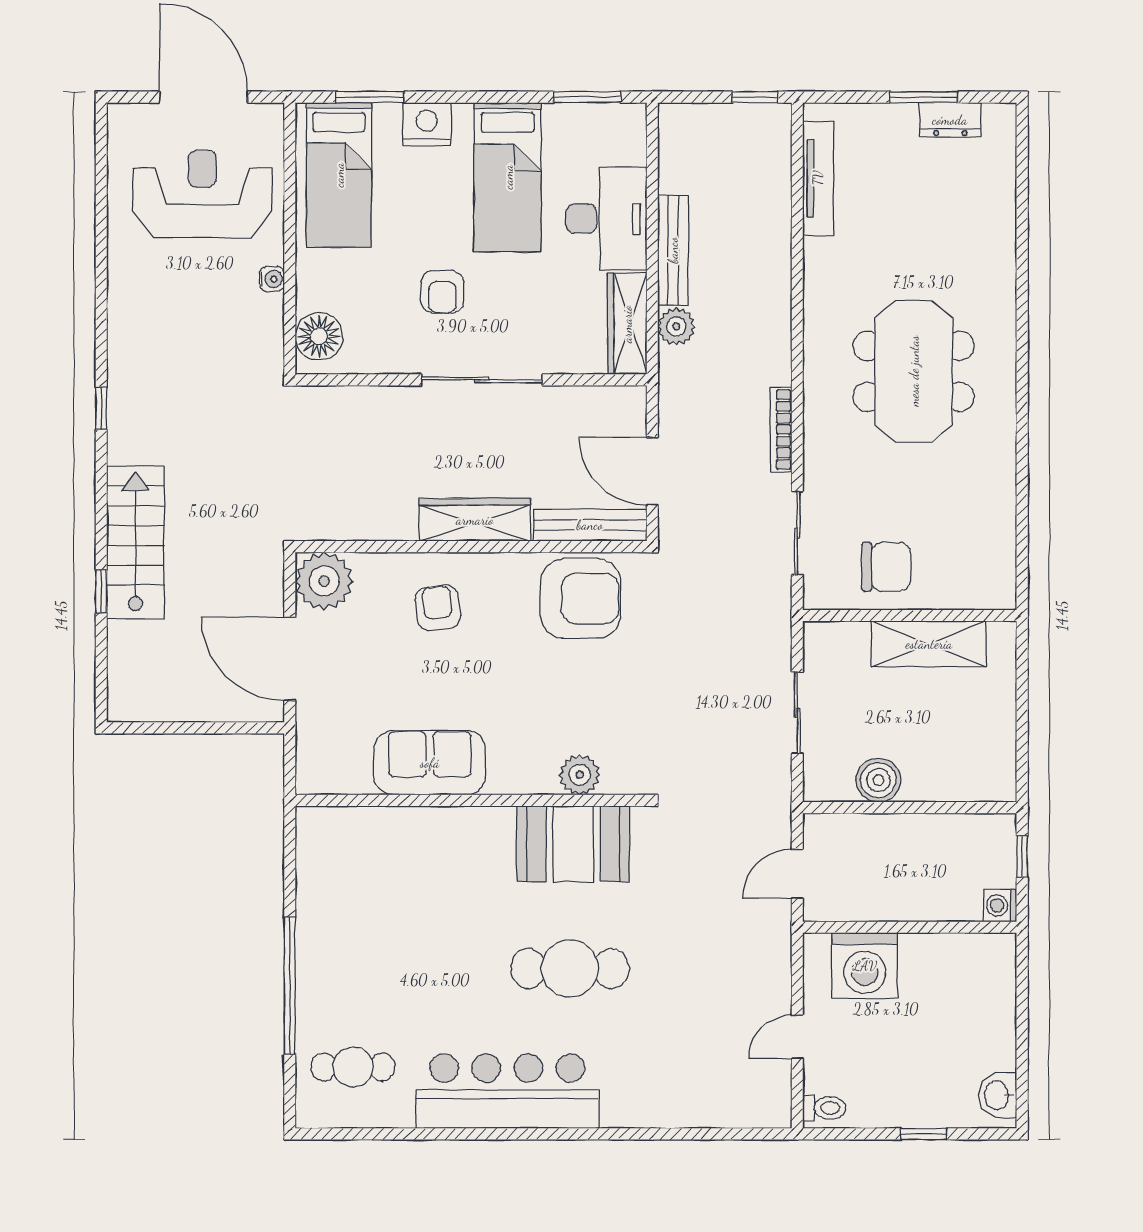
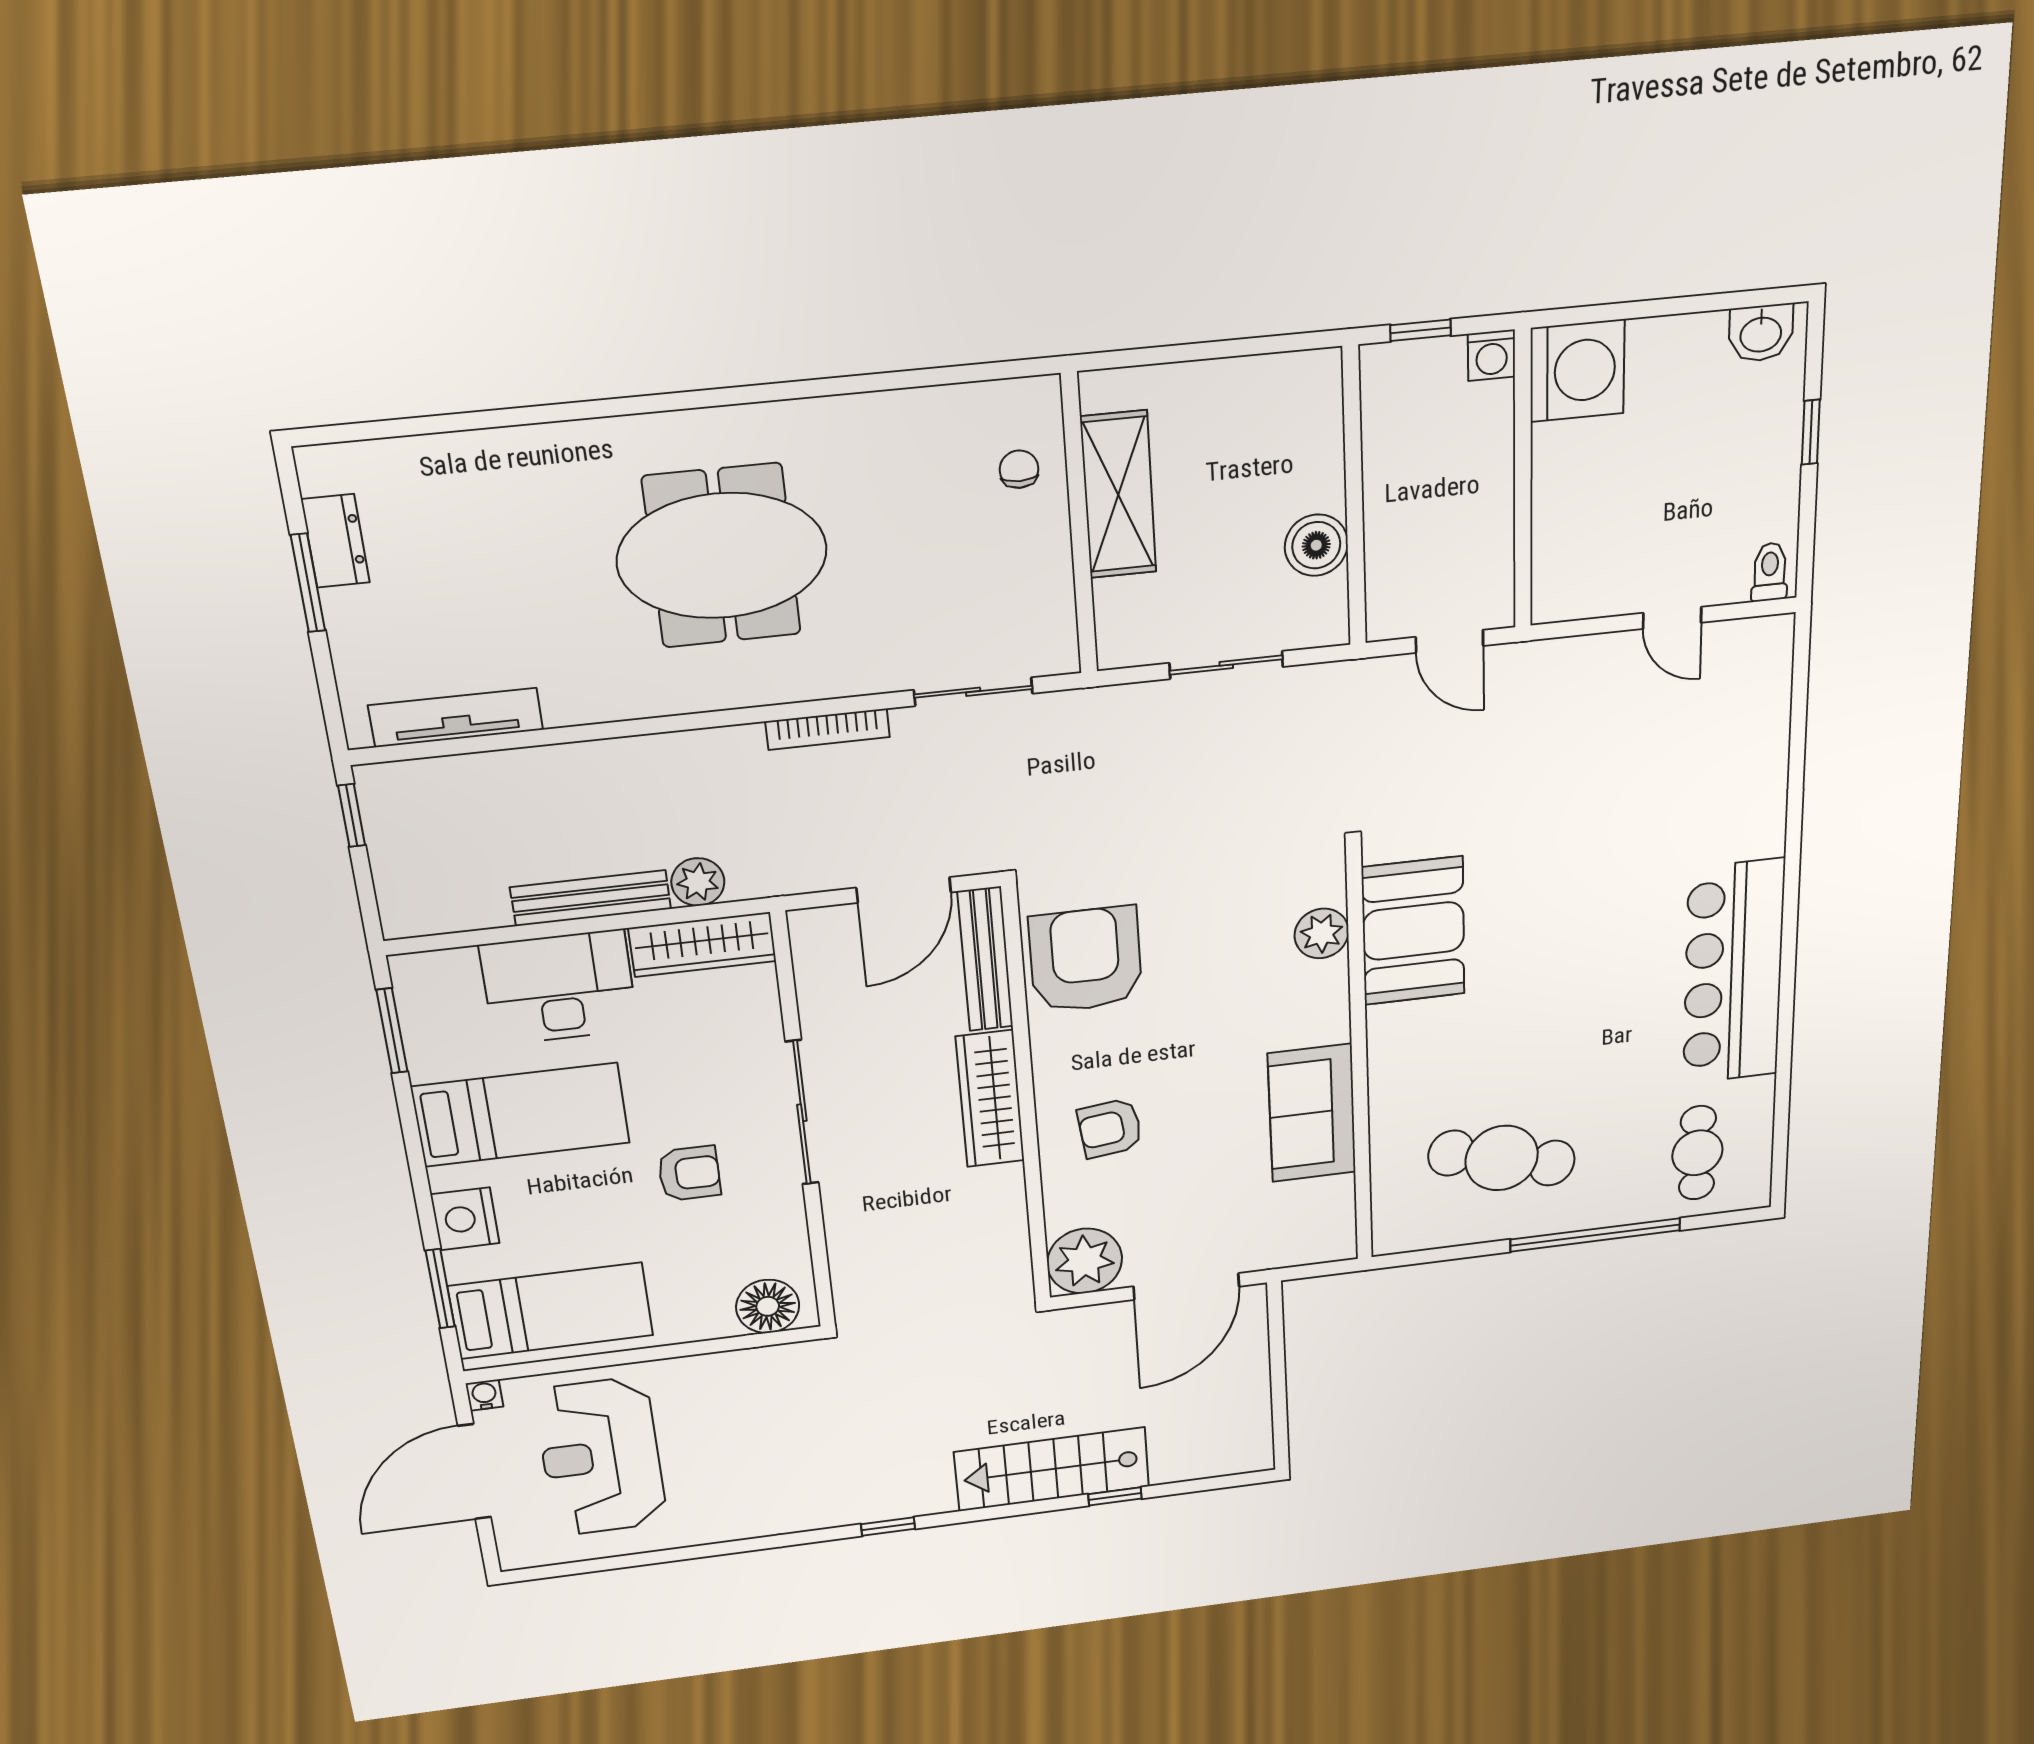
water cooler: (272, 279) -> (484, 1395), moved
chair: (886, 567) -> (1019, 469), moved, width x0.54, depth x0.54
washing machine: (865, 966) -> (1577, 371), moved
cafe table: (570, 969) -> (1502, 1158), moved, turned -76

